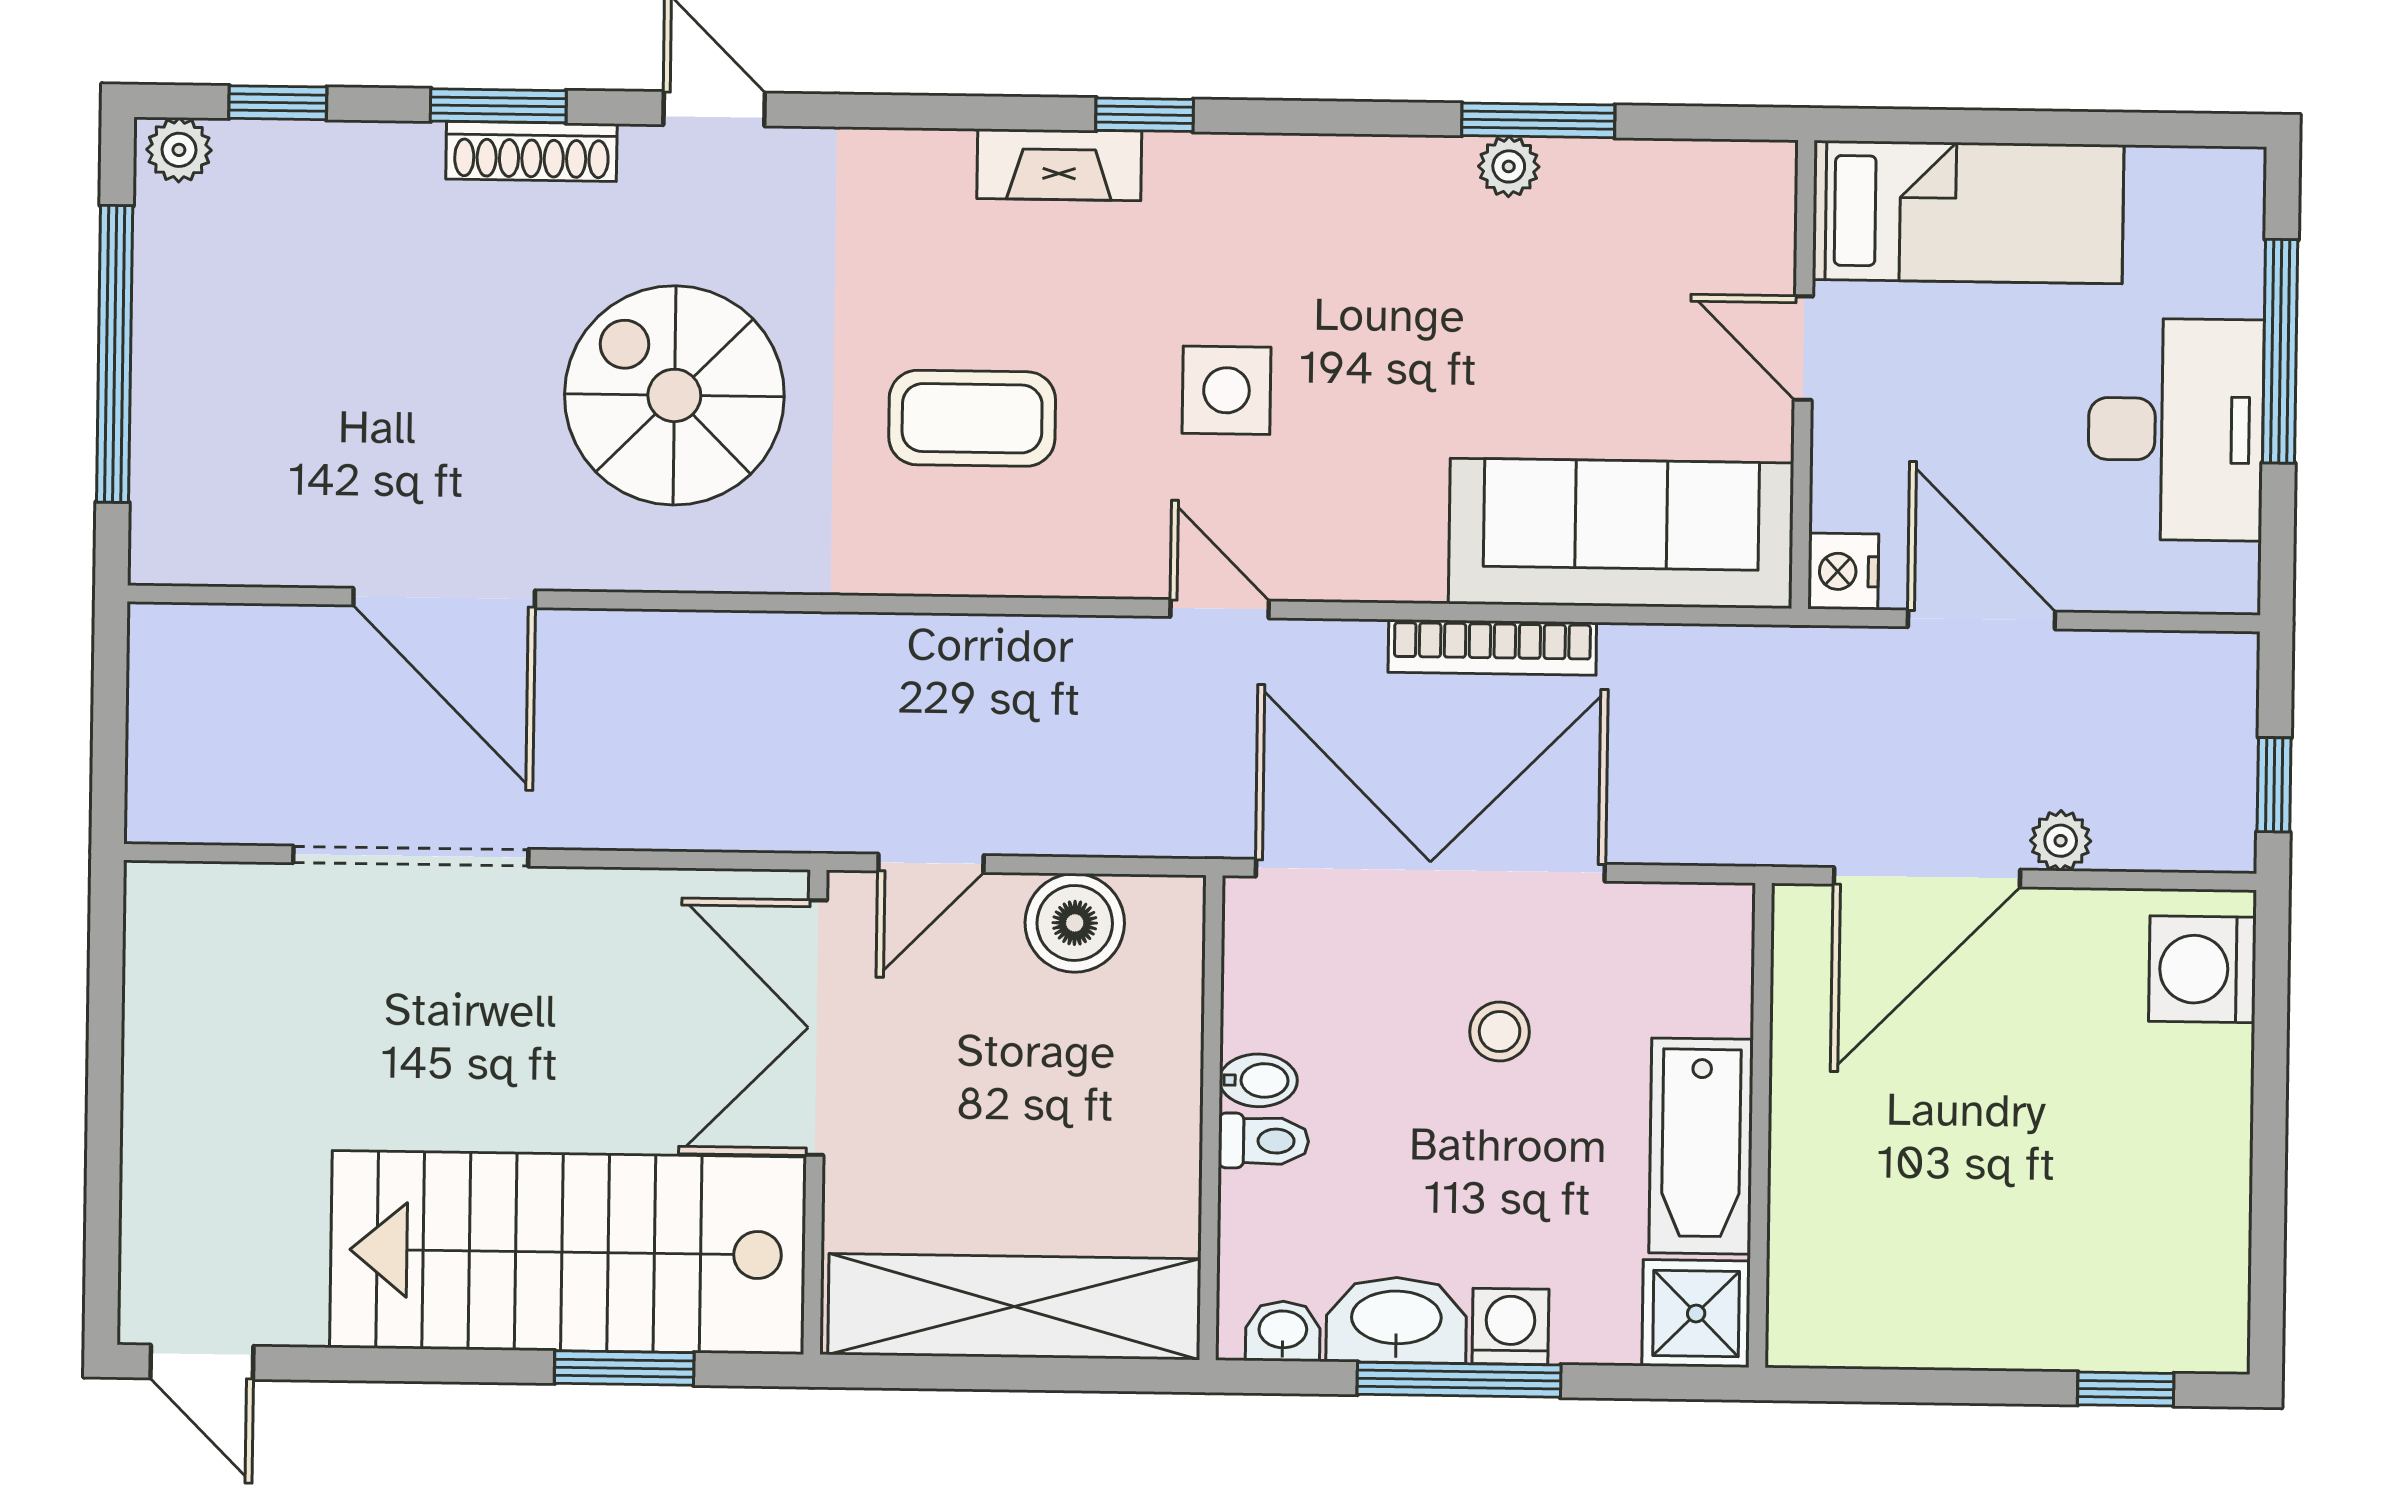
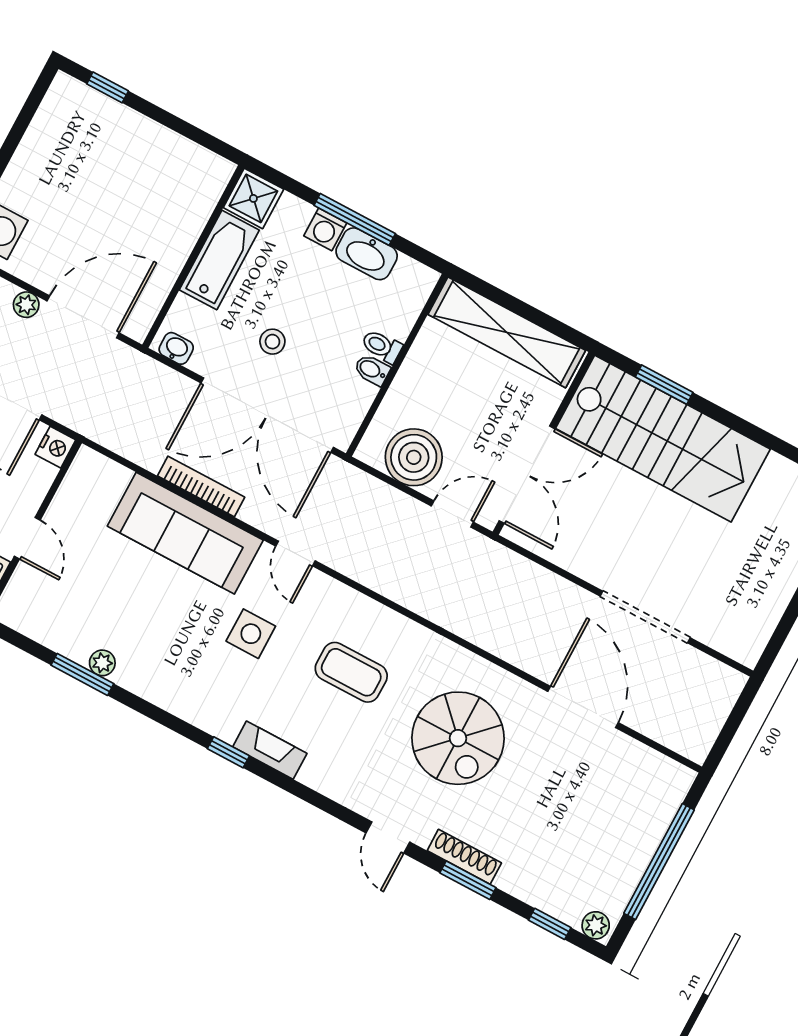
sofa: (1621, 533) -> (185, 533), moved
boiler: (1075, 923) -> (414, 457), width x1.37, depth x1.37
washbasin: (1283, 1331) -> (176, 348), moved, turned 180

